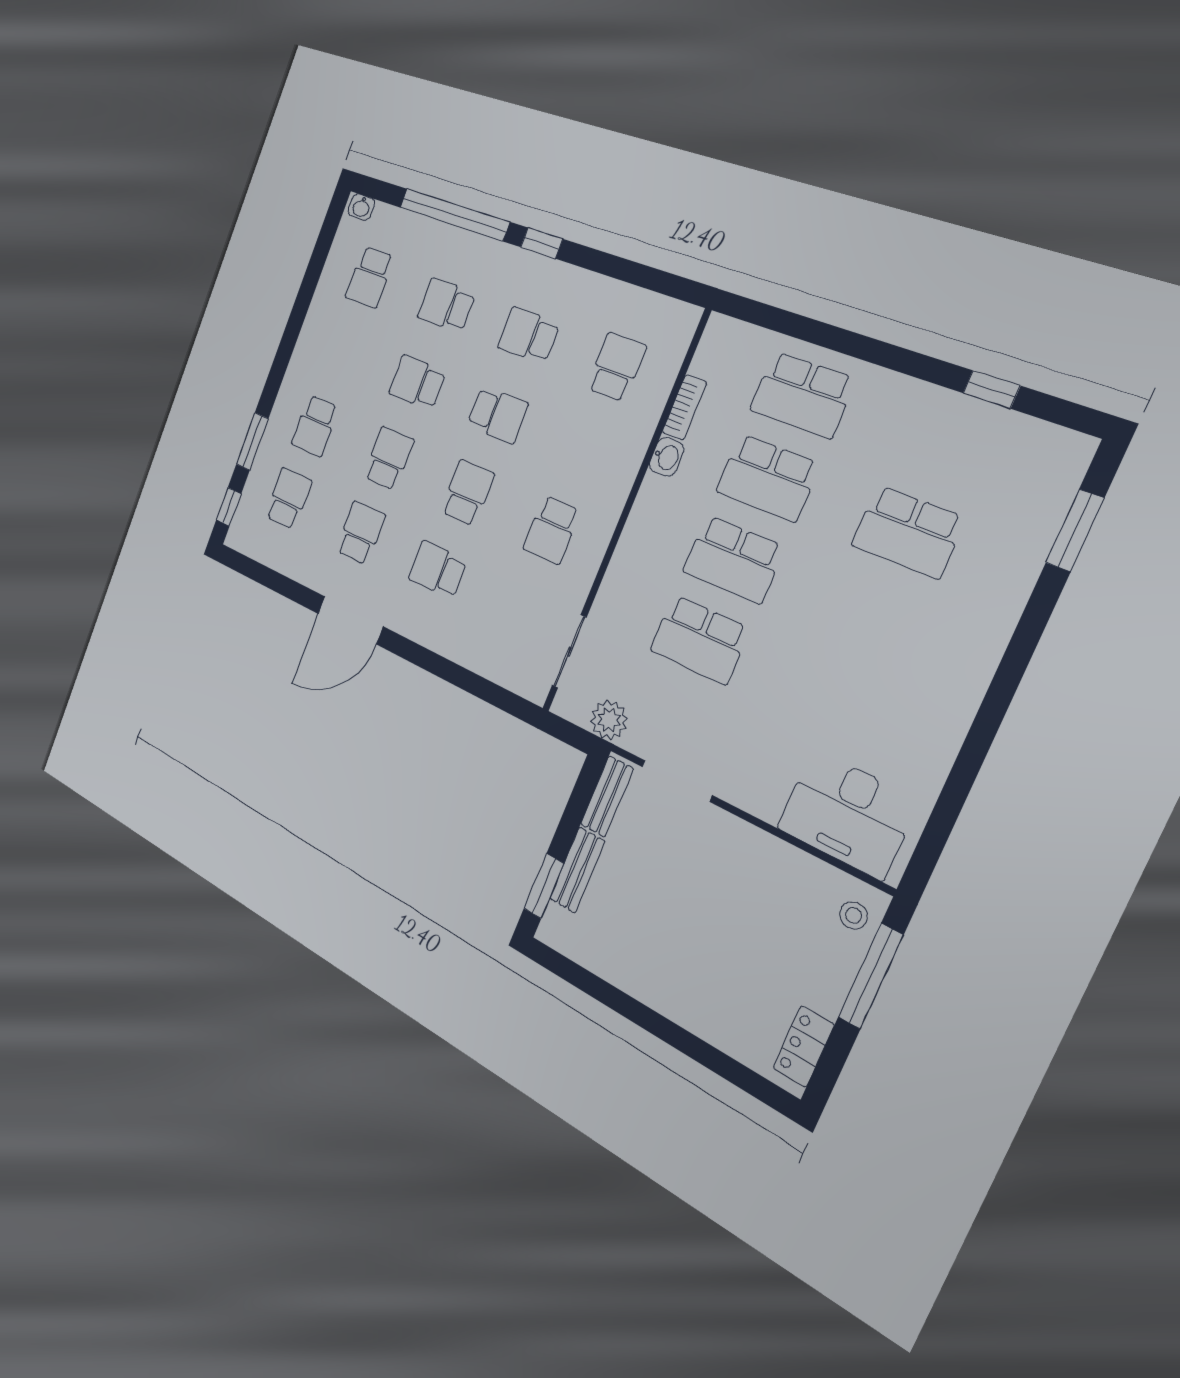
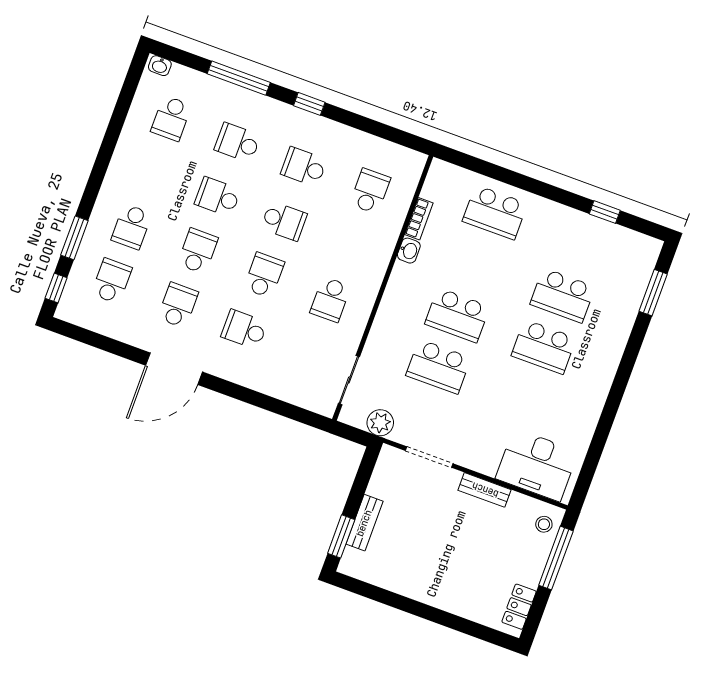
window: (454, 215) -> (239, 78), width x0.68
school desk: (768, 478) -> (544, 347), moved
bench: (607, 796) -> (485, 490), moved, turned 90

